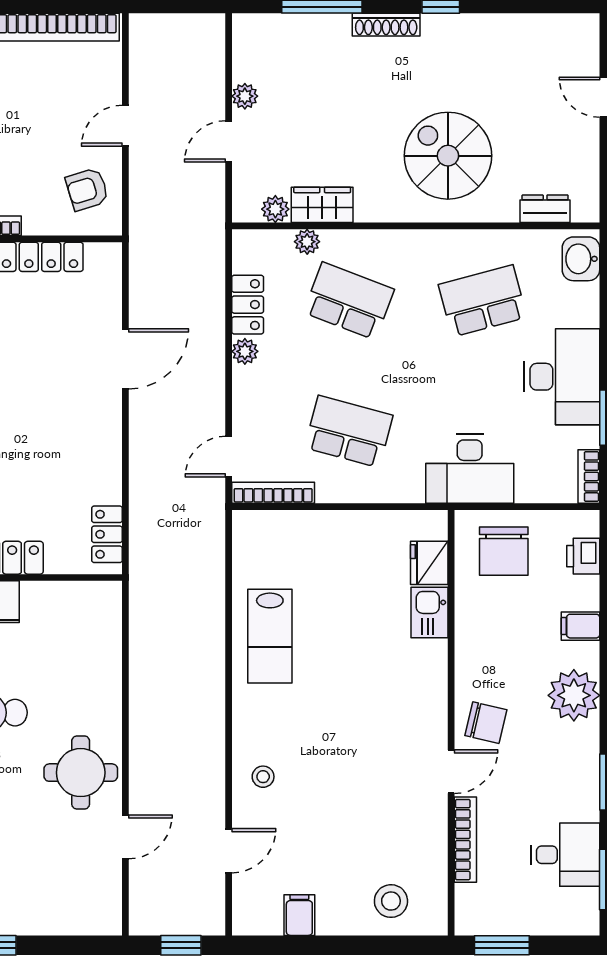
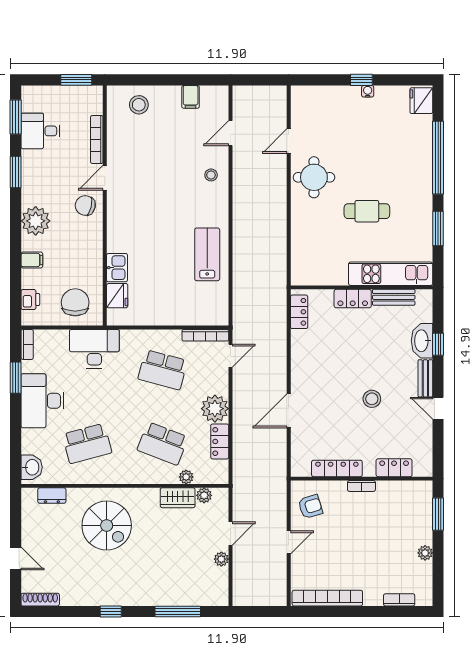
shoe rack: (386, 25) -> (40, 600), moved
plant: (245, 351) -> (215, 409), width x1.88, depth x1.88
window: (181, 945) -> (257, 80), removed

